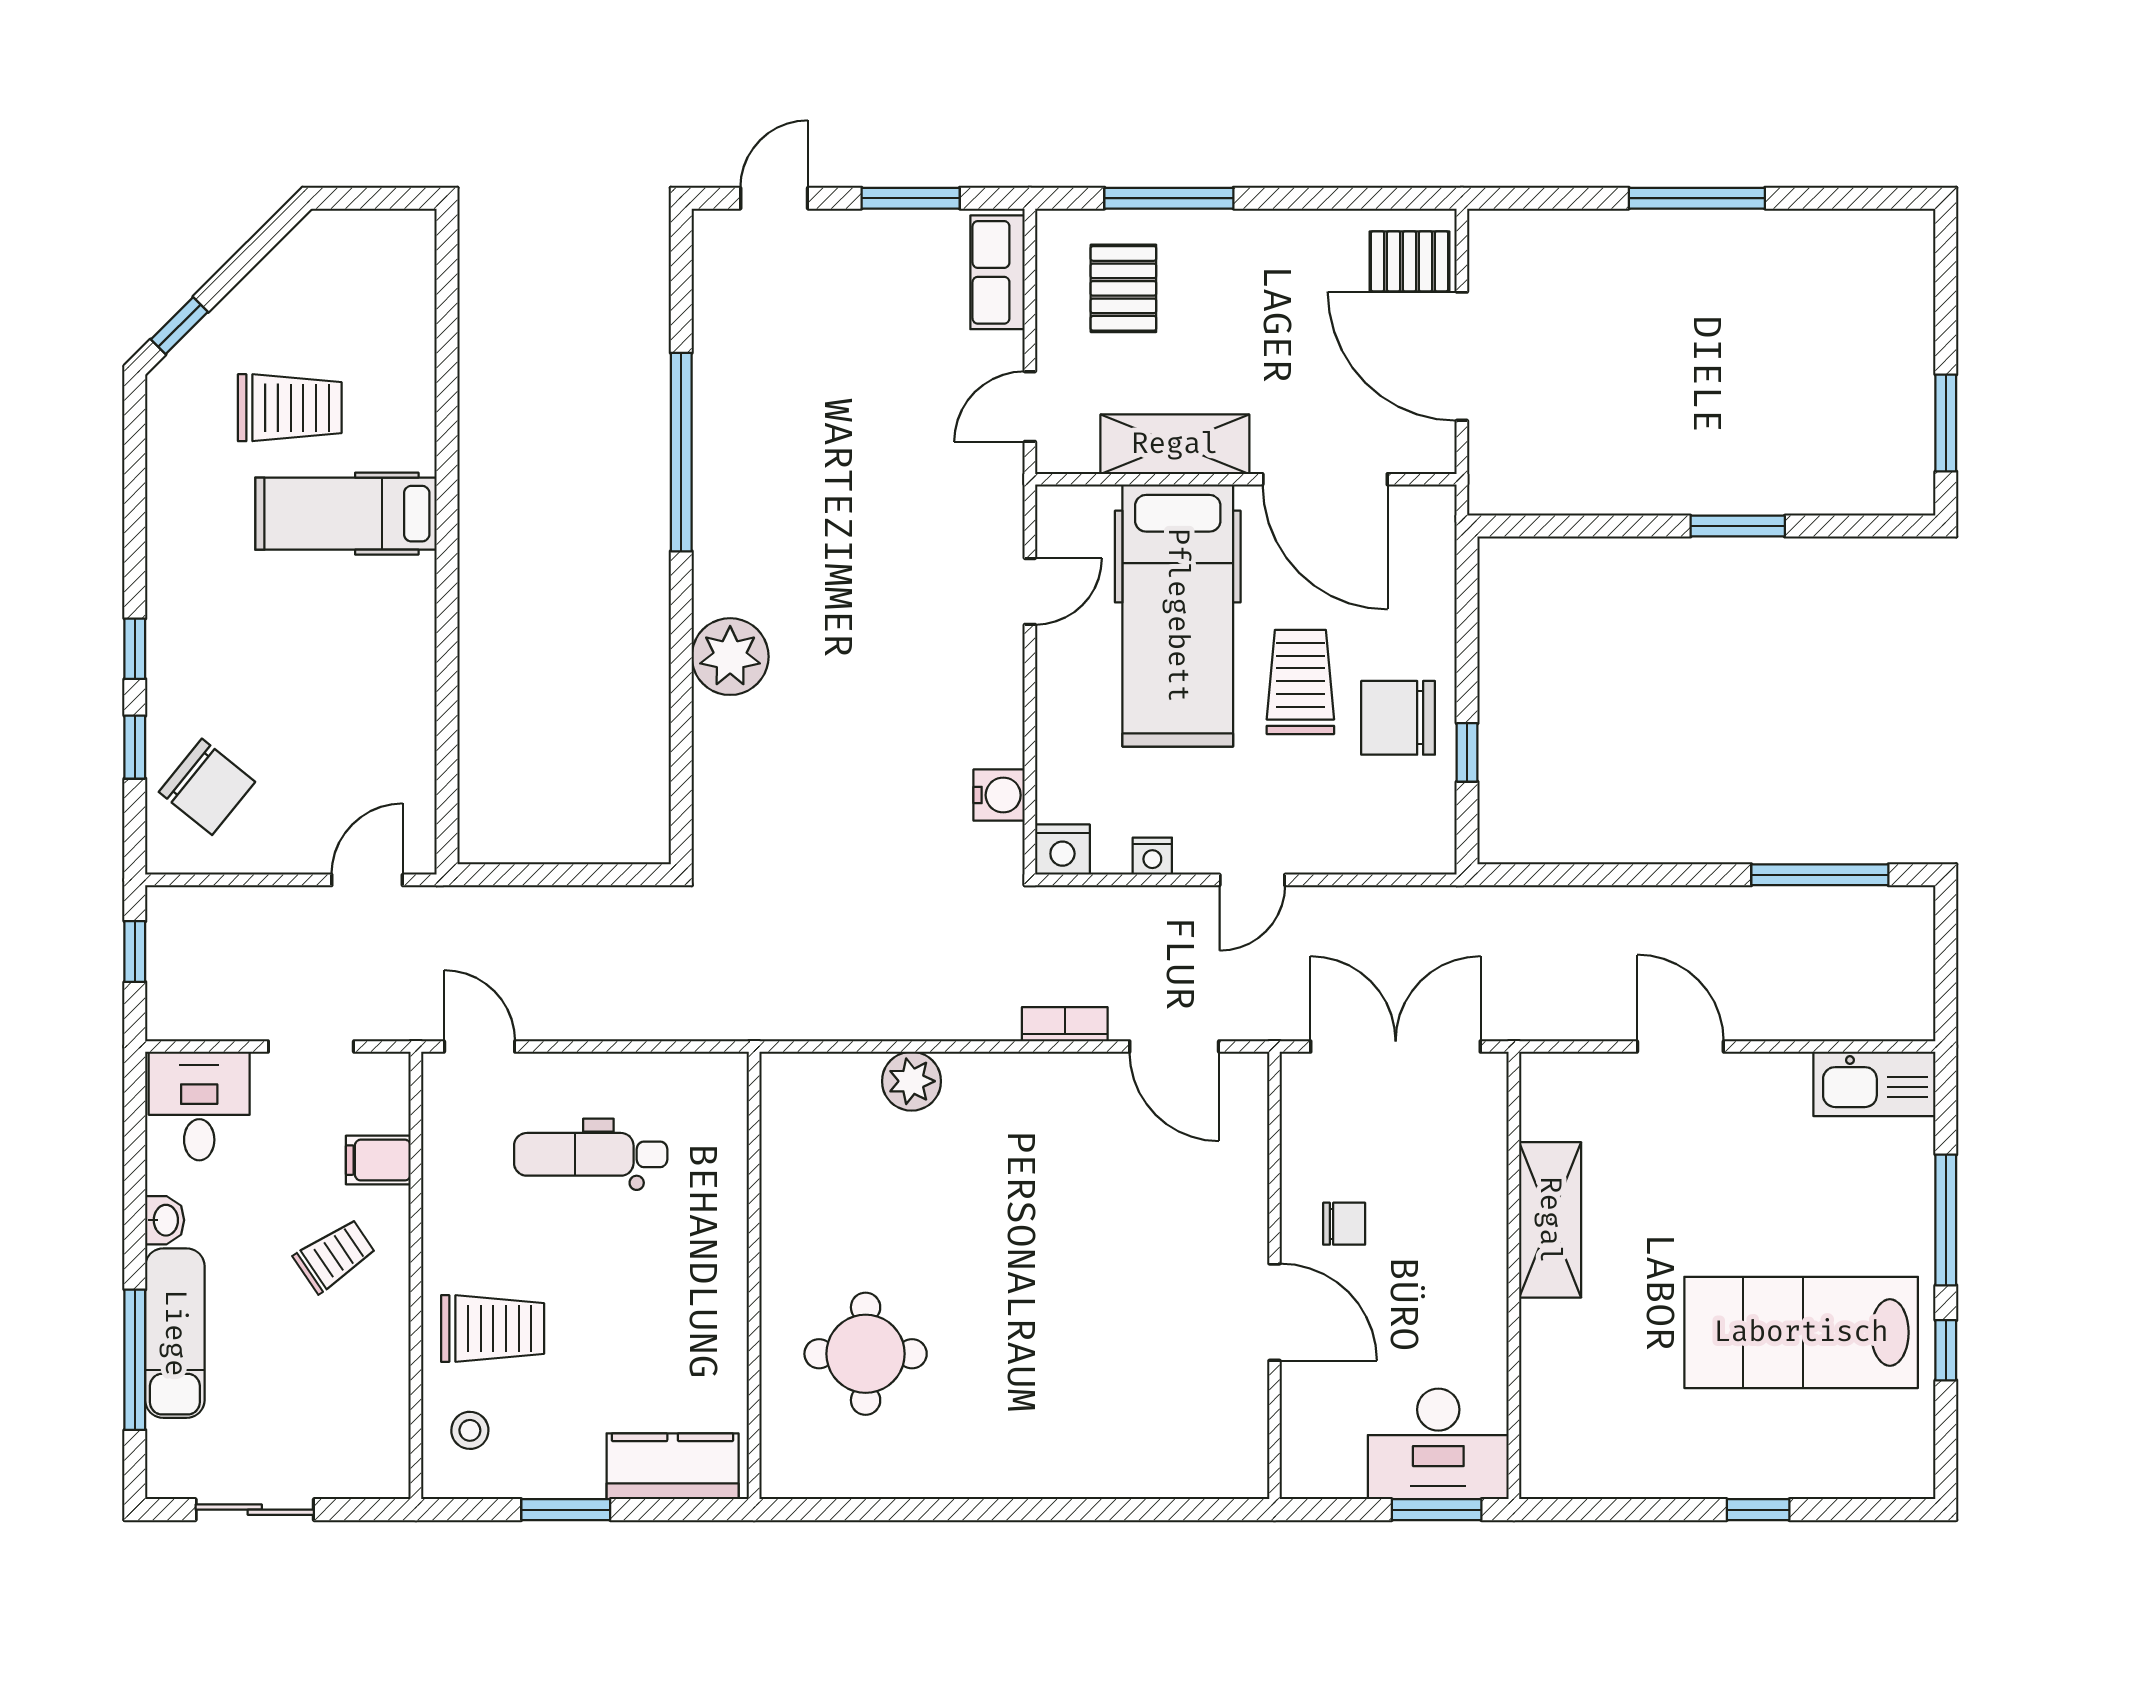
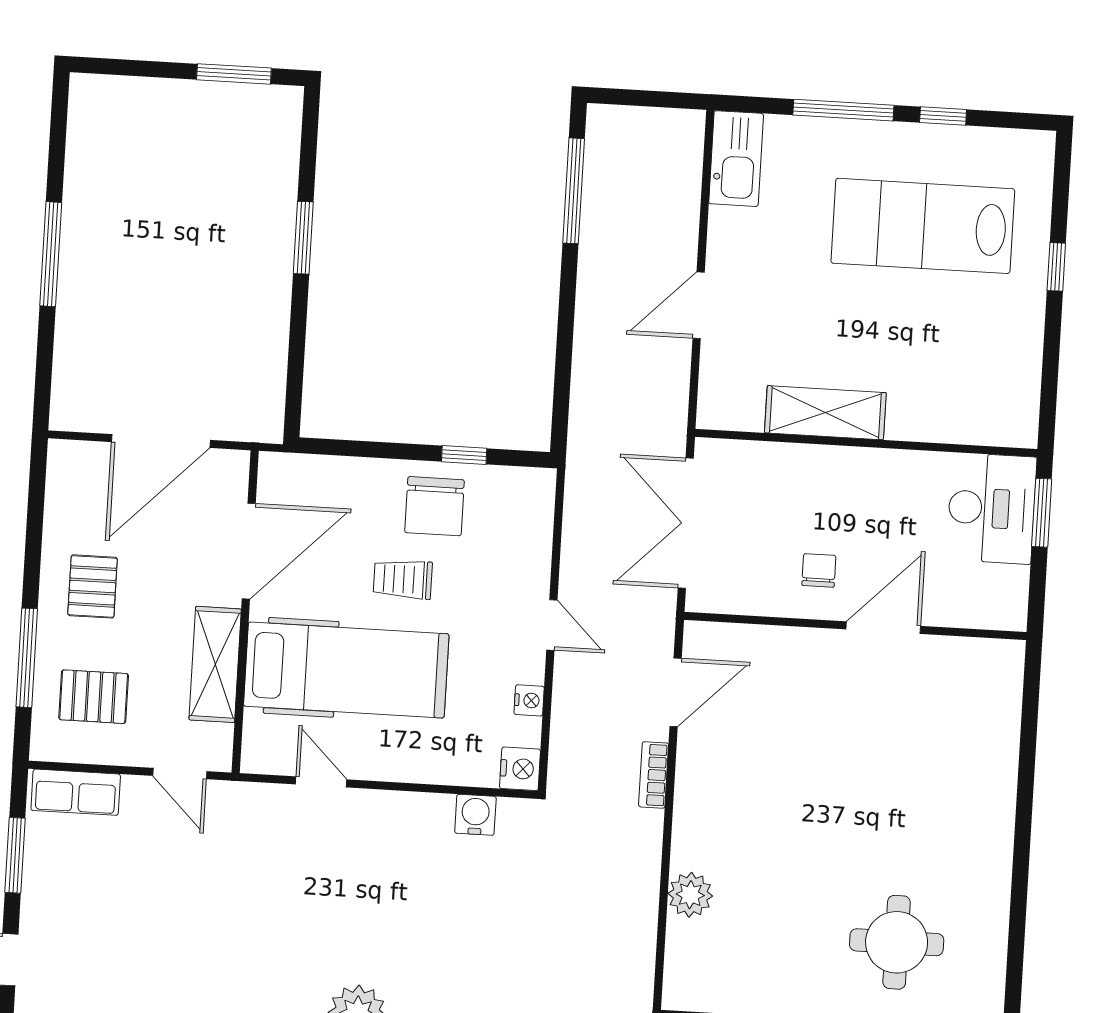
pallet: (1410, 261) -> (93, 586), moved
trolley: (1300, 682) -> (403, 579), width x0.73, depth x0.72
lab bench: (1801, 1332) -> (923, 226), turned 90

